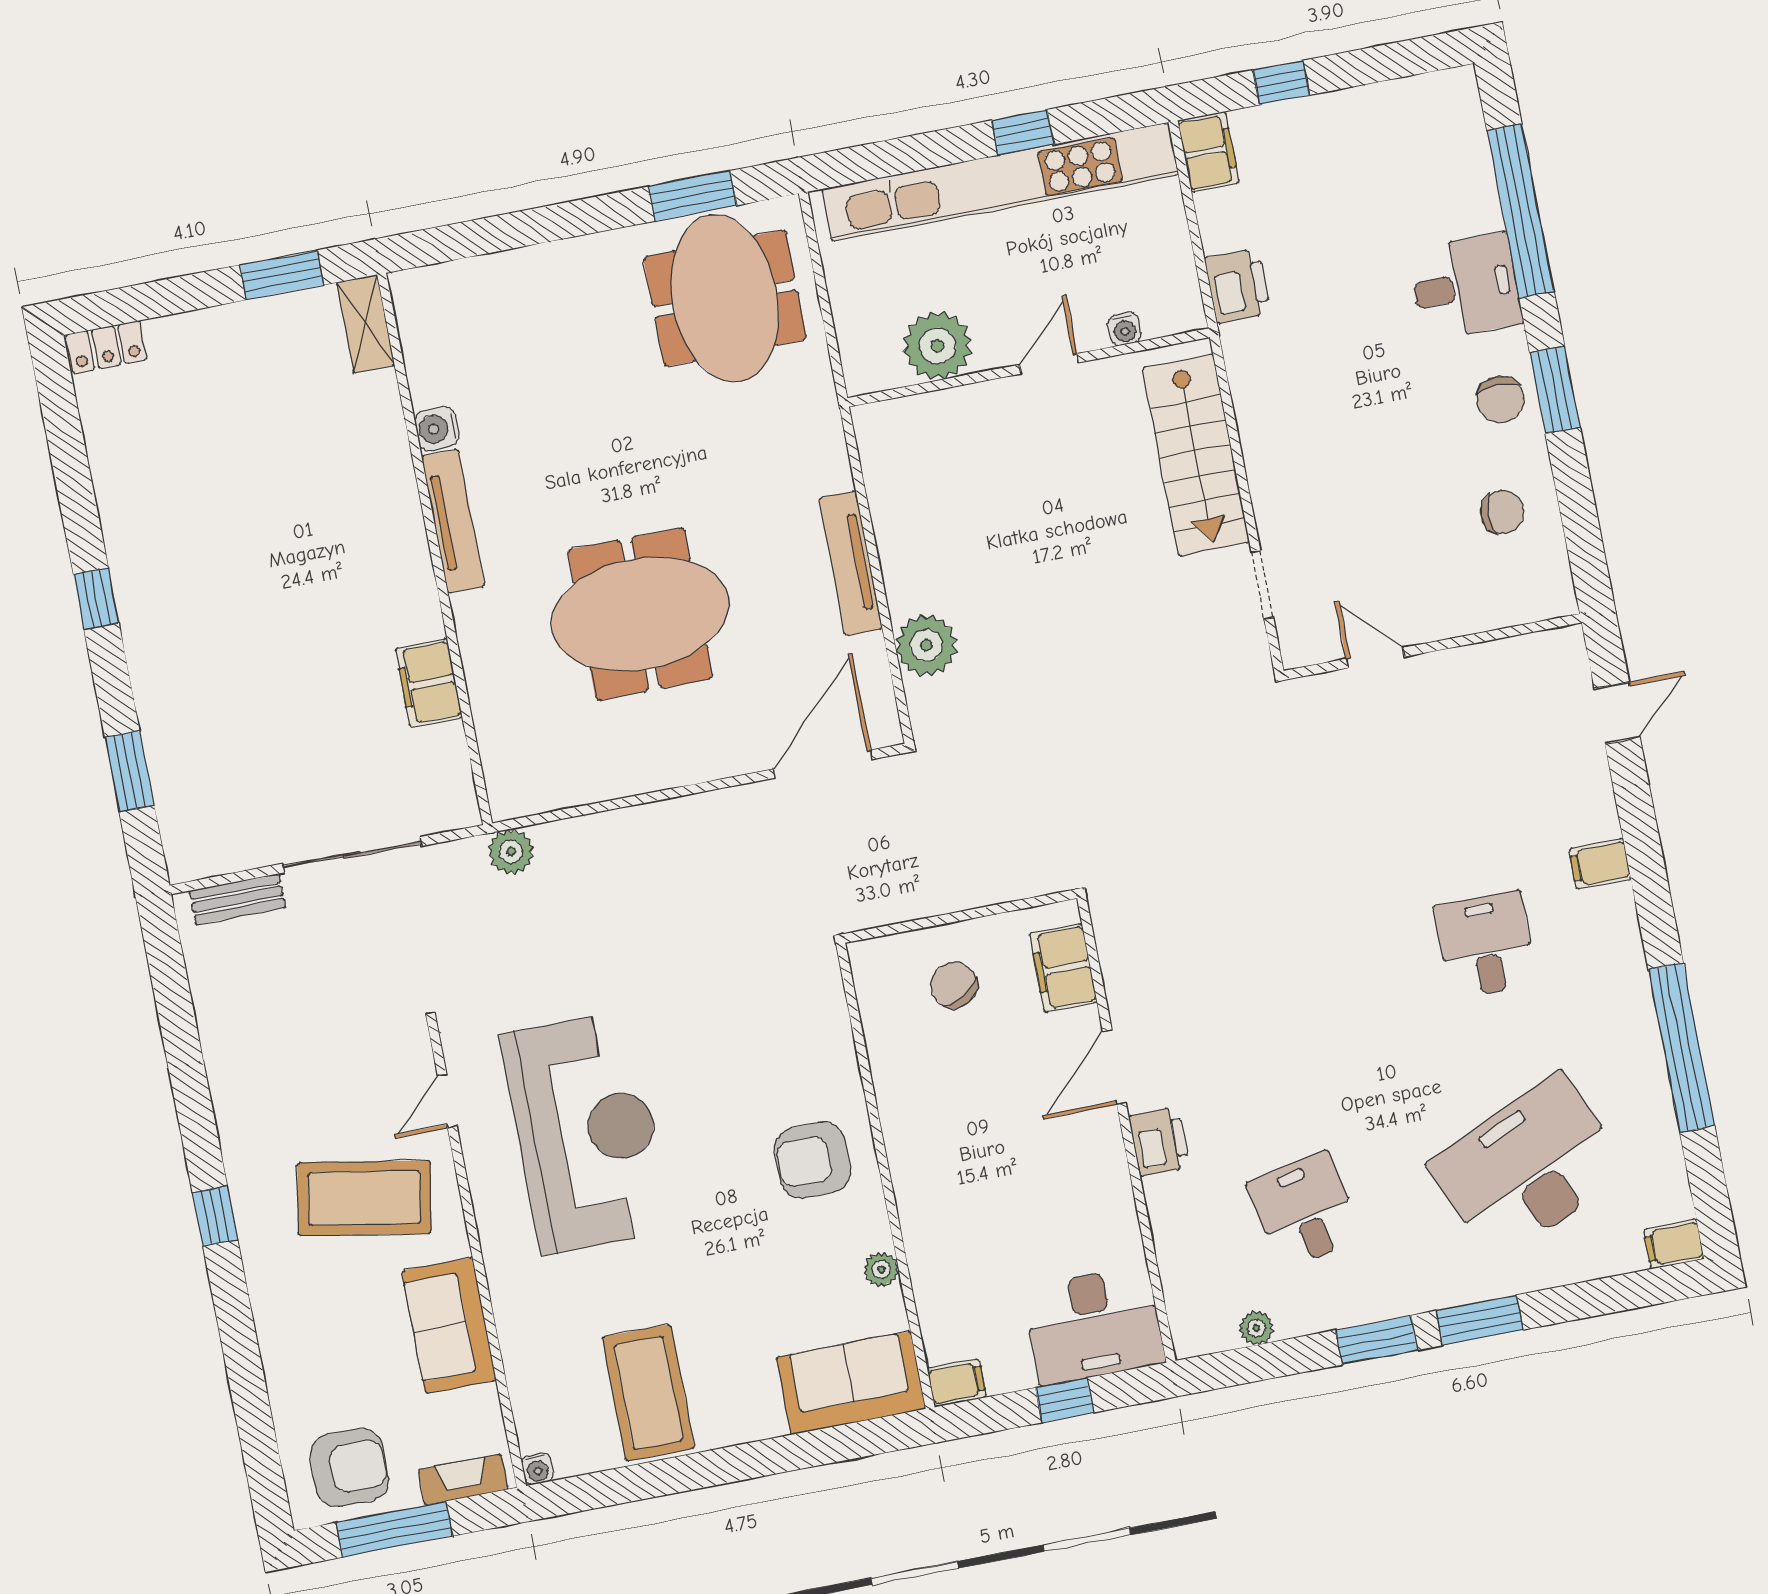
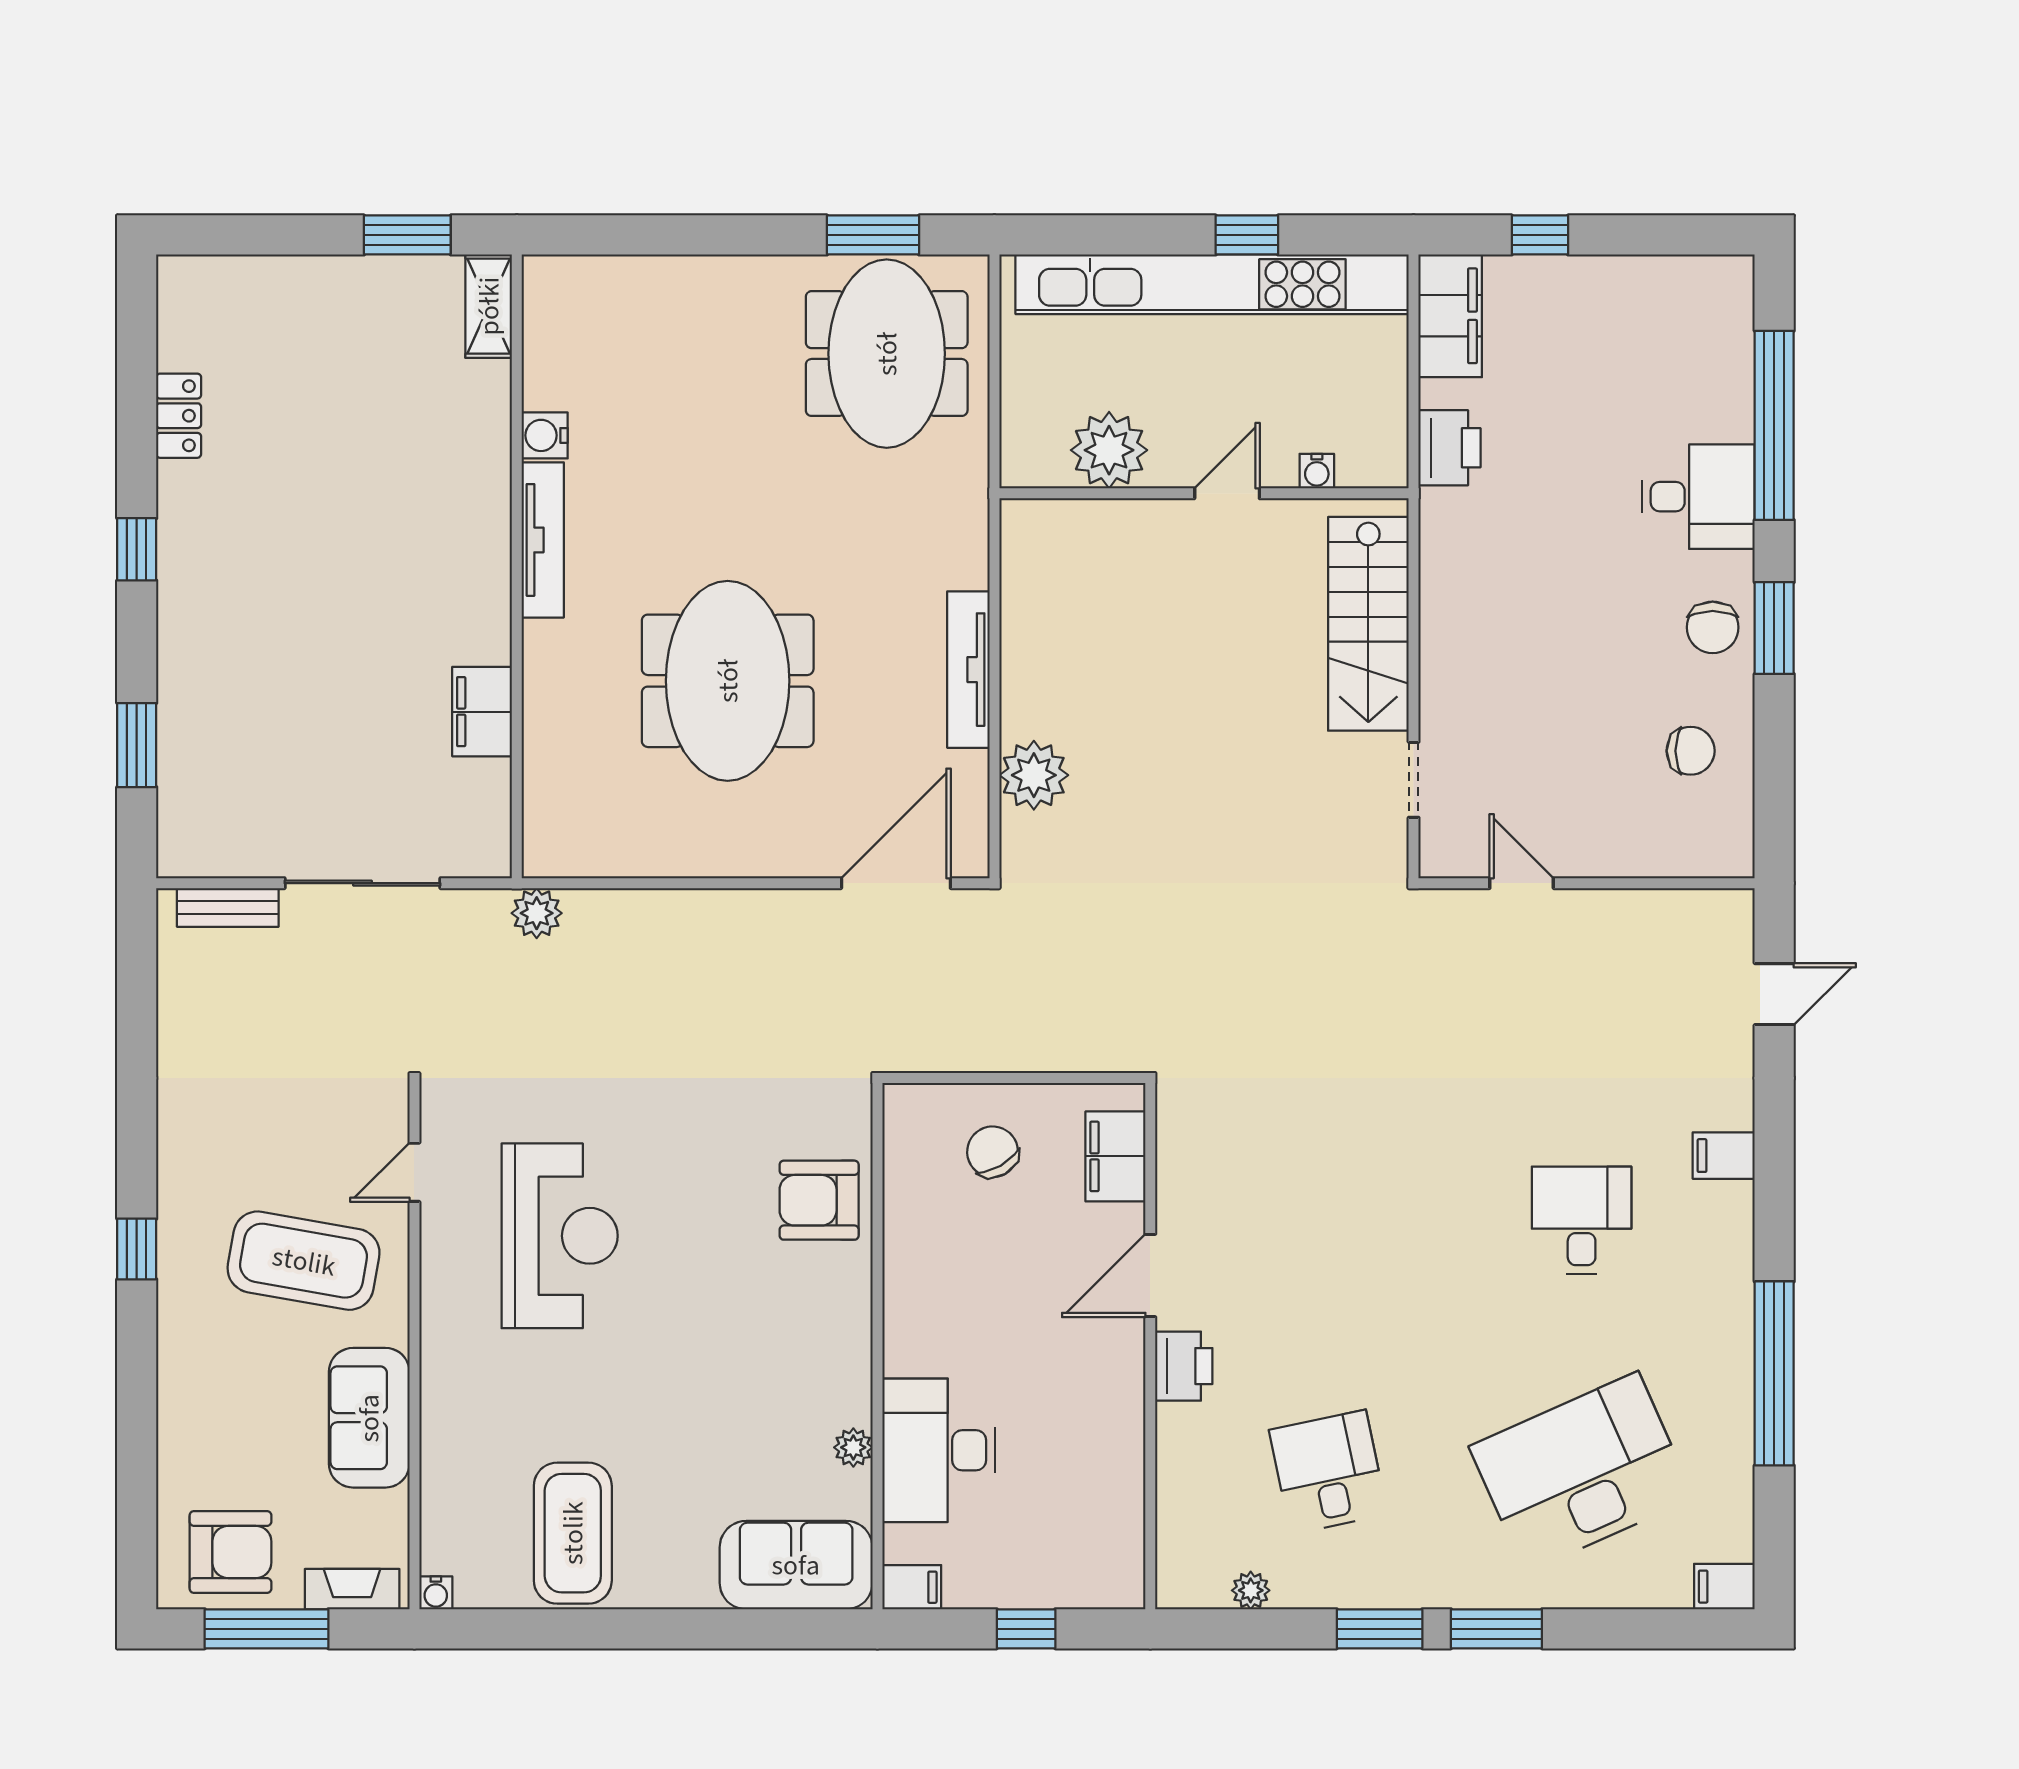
filing cabinet: (1208, 152) -> (1450, 316), width x1.50, depth x1.17
locker: (106, 347) -> (179, 416), moved, turned -90
meeting table: (640, 614) -> (728, 681), turned 90
reception desk: (586, 1133) -> (560, 1236), width x0.74, depth x0.77
armchair: (813, 1160) -> (819, 1200), moved
desk: (1094, 1325) -> (939, 1450), moved, turned 90

